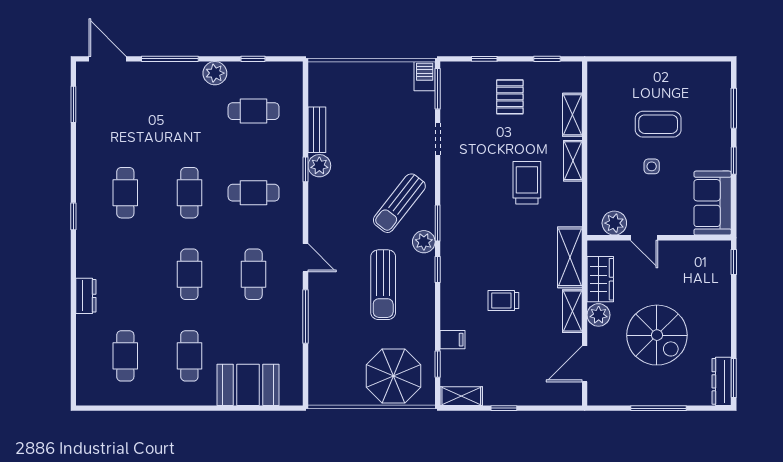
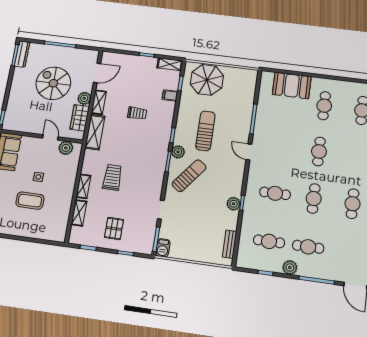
bench: (317, 130) -> (230, 244), moved
trolley: (527, 183) -> (112, 177), turned 180
cafe table: (254, 274) -> (308, 247), moved, turned 90

